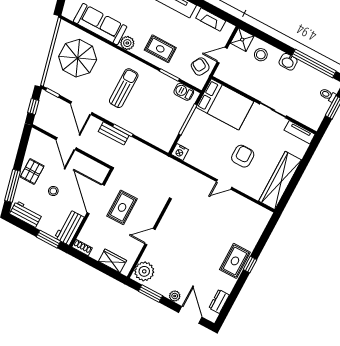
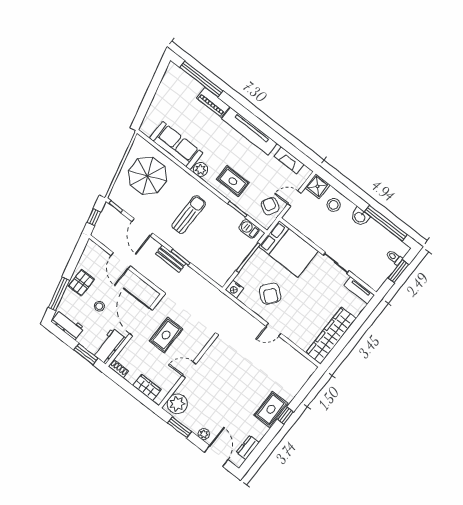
armchair: (243, 156) -> (270, 294), moved, turned 130

